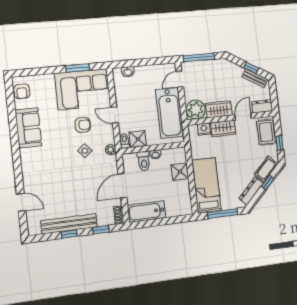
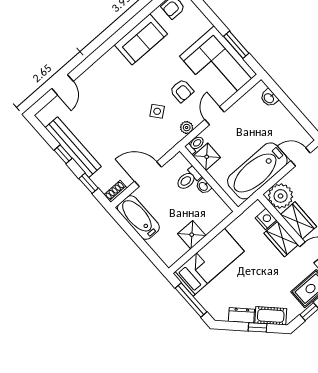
plant: (111, 150) -> (187, 128), moved
shower: (180, 172) -> (192, 235), moved
dresser: (251, 191) -> (241, 315), width x0.70

